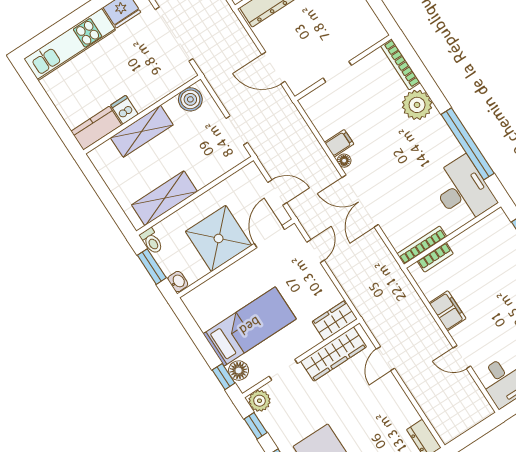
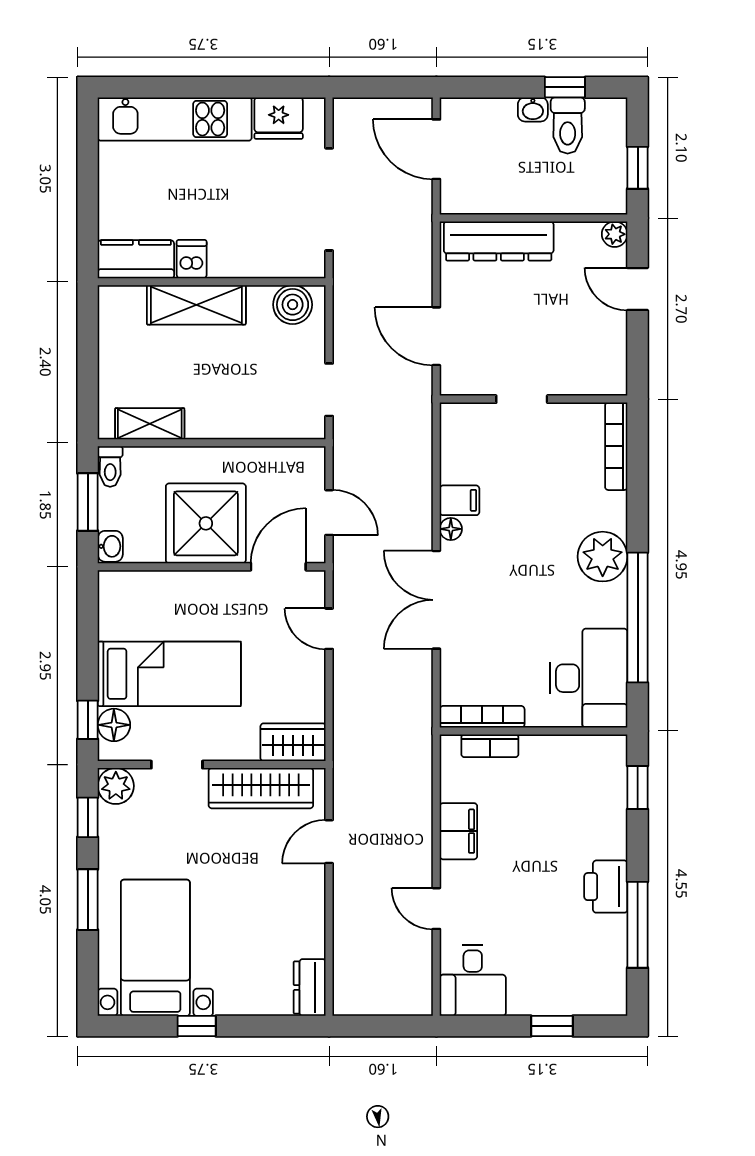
plant: (417, 105) -> (603, 557), moved
shelving: (164, 198) -> (150, 424), width x0.67, depth x0.75
door: (316, 251) -> (329, 629), swing flipped

